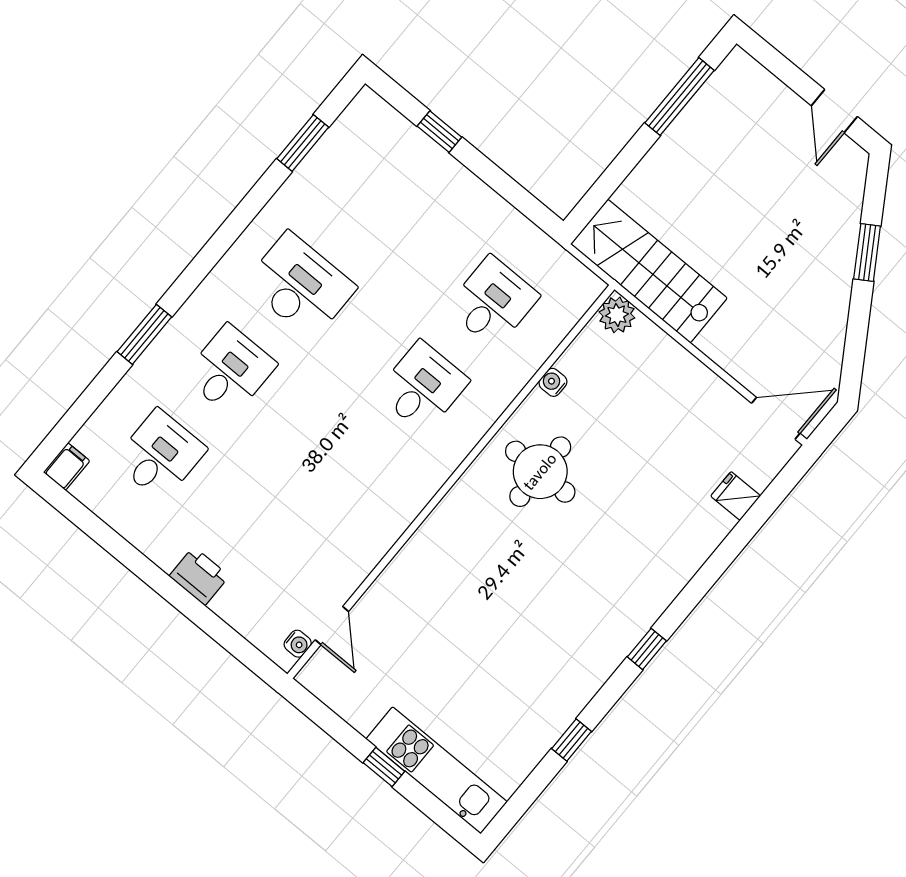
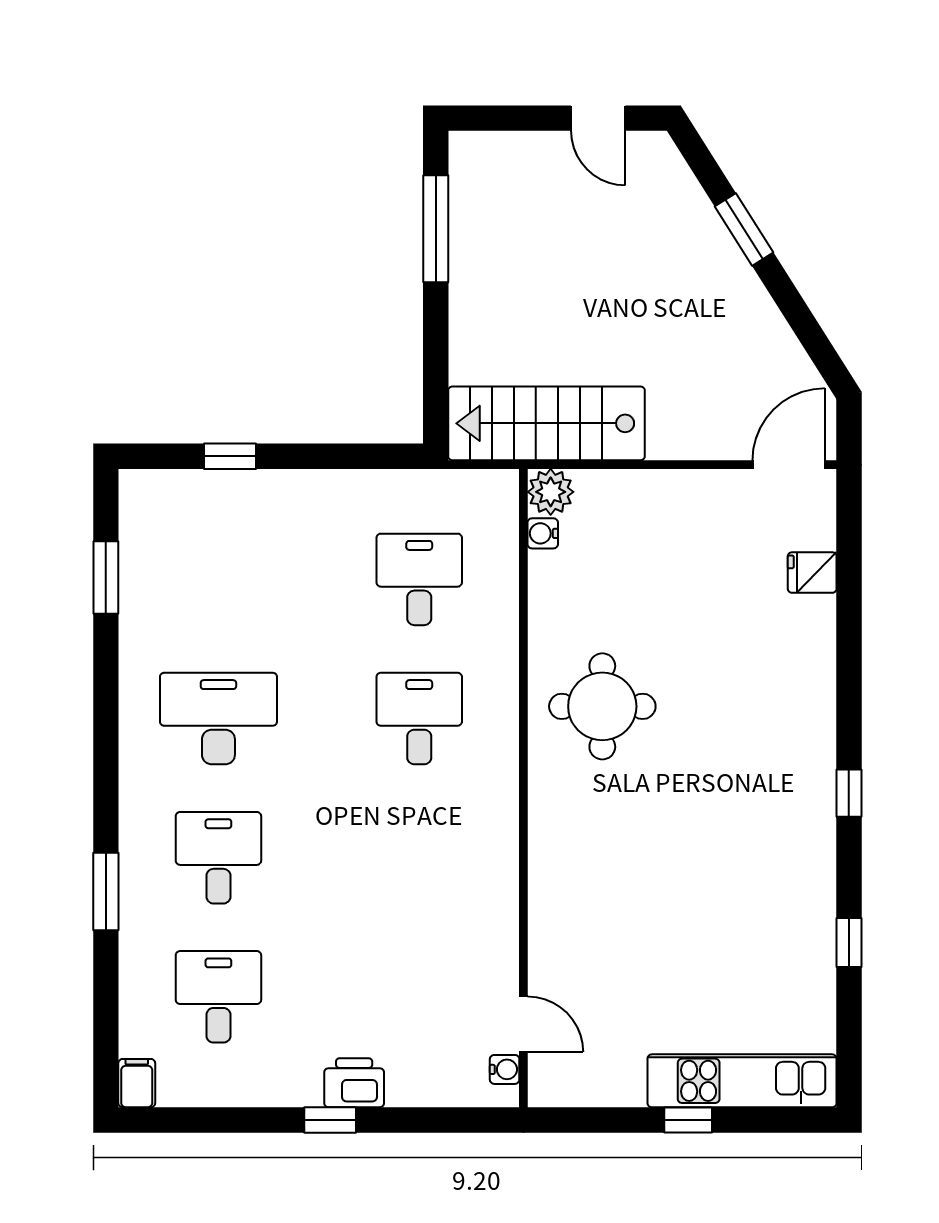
water cooler: (553, 382) -> (543, 533), moved
window: (166, 587) -> (330, 1120), added

